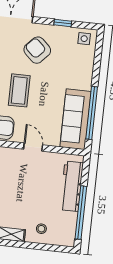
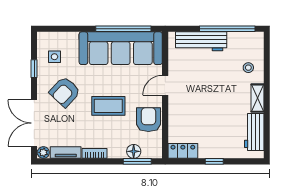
side table: (84, 39) -> (54, 57), moved
sofa: (76, 119) -> (121, 48), width x1.36, depth x1.27

